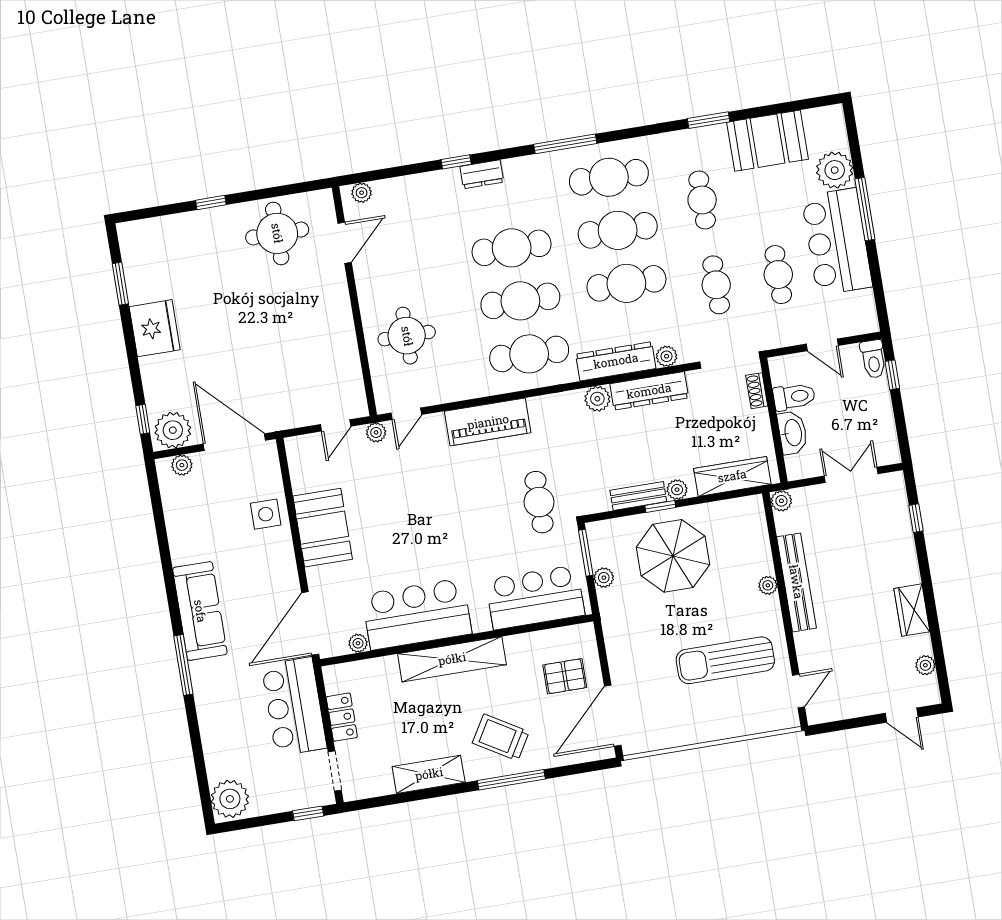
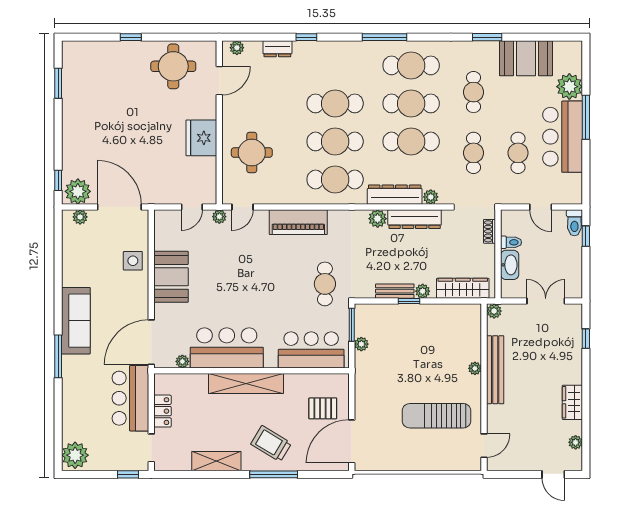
dresser: (482, 174) -> (277, 49), moved
fridge: (155, 328) -> (201, 138), moved, turned 180
toilet: (794, 397) -> (511, 242), width x0.73, depth x0.72
parasol: (673, 556) -> (412, 337), removed

